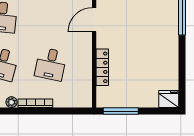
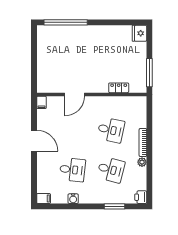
door: (94, 20) -> (75, 94), hinge flipped
locker: (102, 67) -> (119, 88), width x0.66

